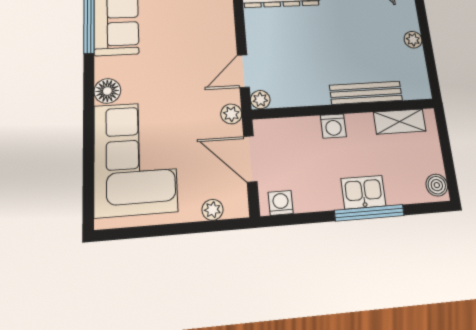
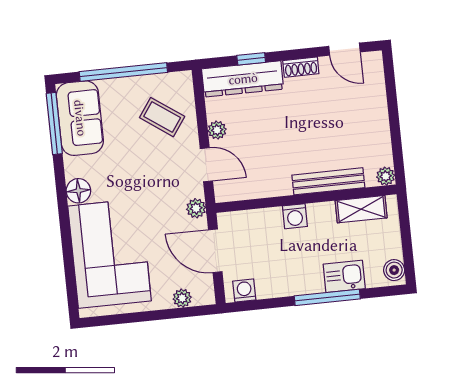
coffee table: (200, 24) -> (162, 117), added
plant: (413, 40) -> (386, 176), moved
door: (243, 71) -> (206, 165), swing flipped
plant: (260, 100) -> (217, 130), moved
kitchen sink: (363, 192) -> (344, 276), moved

